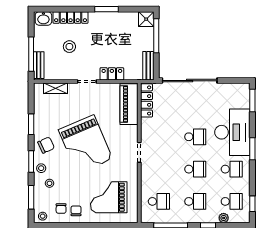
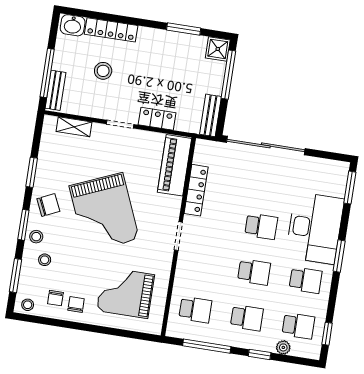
window: (106, 9) -> (184, 29), moved
locker: (146, 100) -> (196, 190), moved

